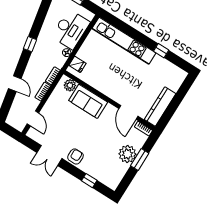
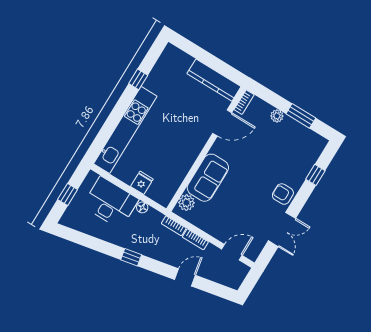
fridge: (78, 64) -> (142, 183), moved
plant: (127, 154) -> (277, 116), width x0.53, depth x0.53
window: (140, 160) -> (301, 116), moved

